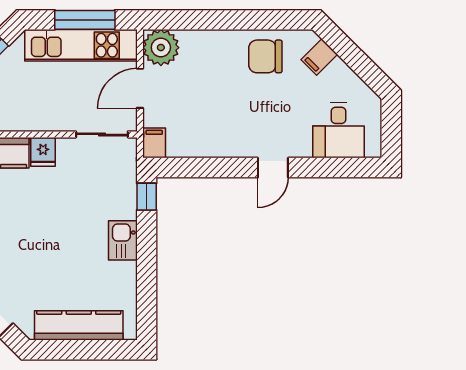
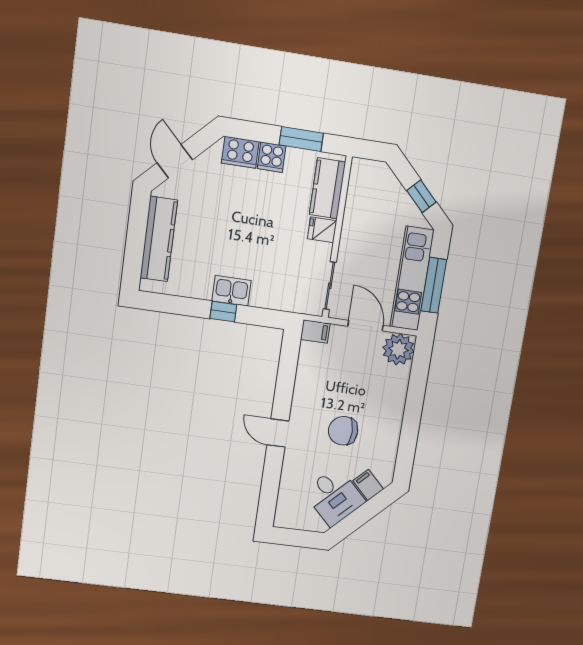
chair: (265, 56) -> (343, 431), moved, turned -90
desk: (339, 130) -> (334, 496), moved, turned -135
window: (147, 197) -> (223, 312), moved

